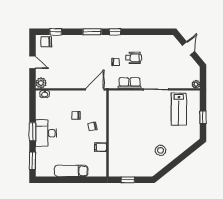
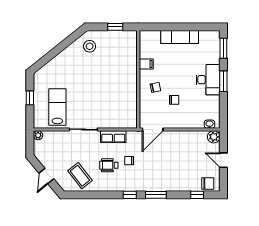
coffee table: (159, 49) -> (80, 176), added
stool: (161, 150) -> (90, 46), moved

